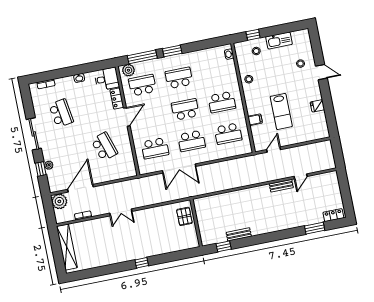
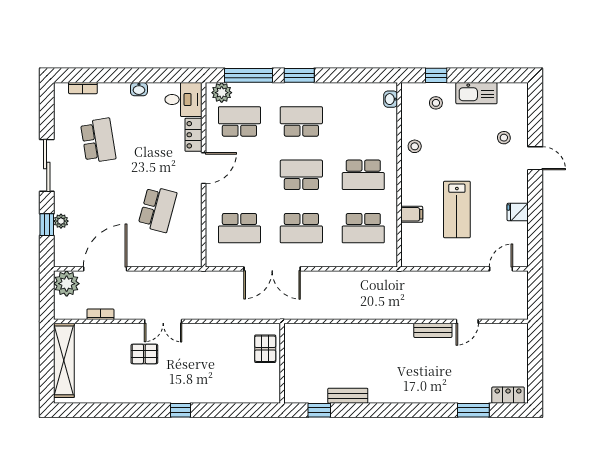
school desk: (104, 147) -> (158, 209), turned 33
door: (274, 150) -> (501, 269), moved
pallet: (114, 234) -> (144, 354), added

